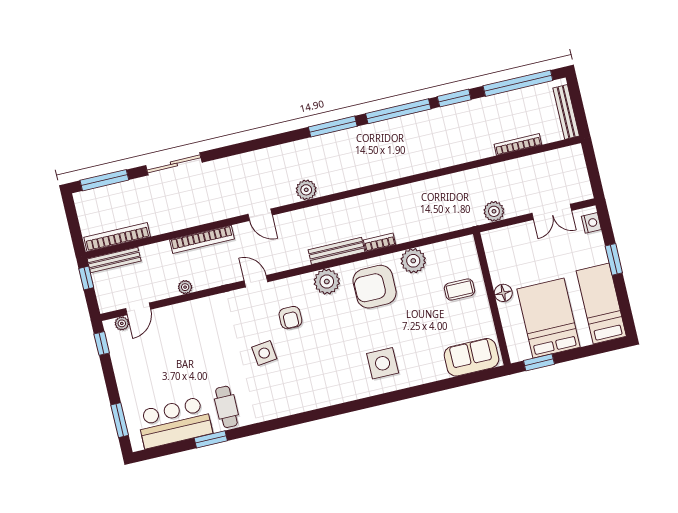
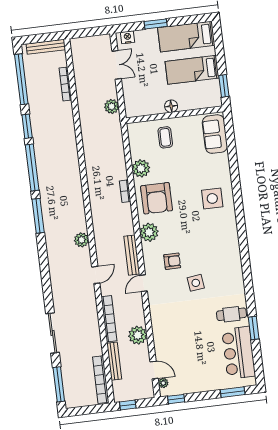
bench: (336, 251) -> (132, 255), moved
bench: (114, 260) -> (114, 361), moved
plant: (185, 287) -> (138, 335), width x1.87, depth x1.87
bed: (548, 318) -> (192, 70), width x0.67

